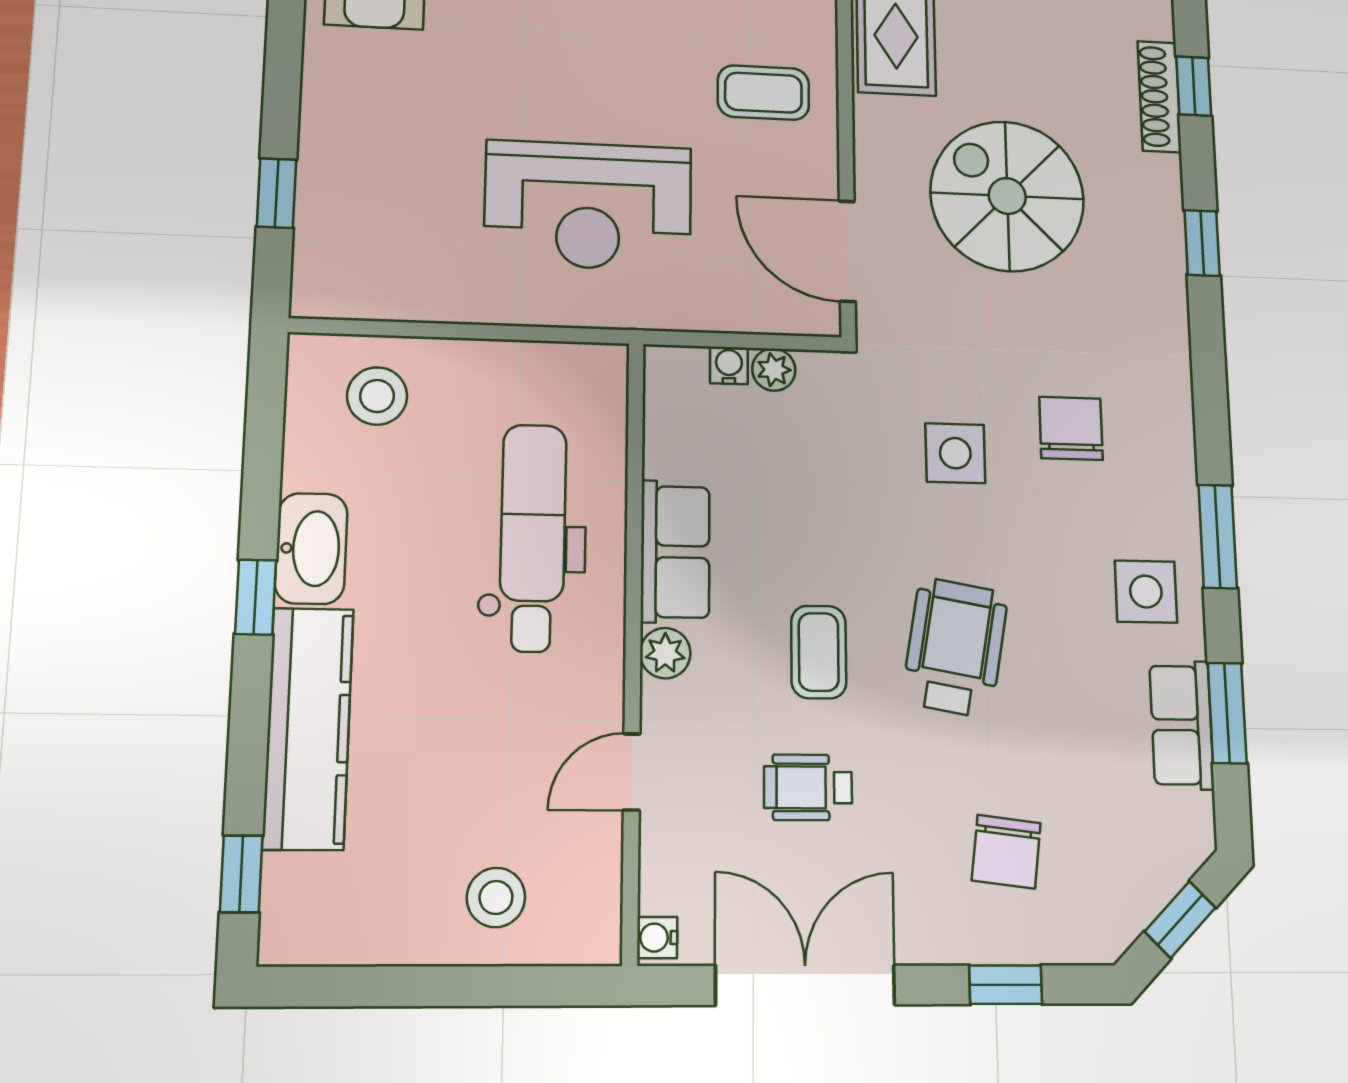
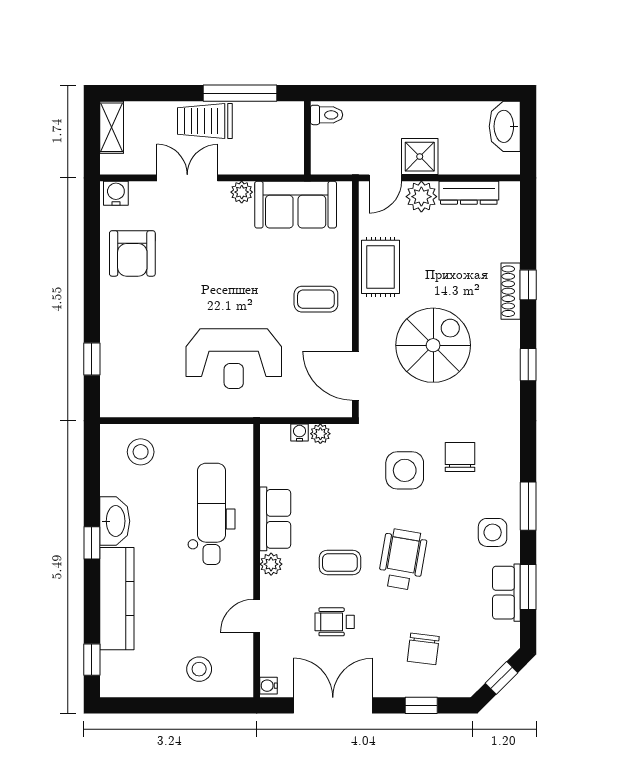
spiral stairs: (1007, 196) -> (433, 345), turned 90
side table: (955, 453) -> (405, 470), width x1.37, depth x1.37
coffee table: (819, 652) -> (340, 563), turned 90

